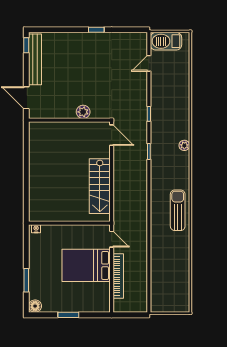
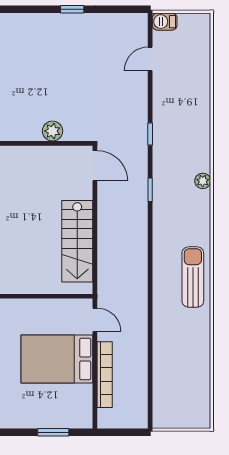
barbecue: (166, 41) -> (165, 22), width x0.53, depth x0.65
window: (68, 315) -> (53, 432), moved

